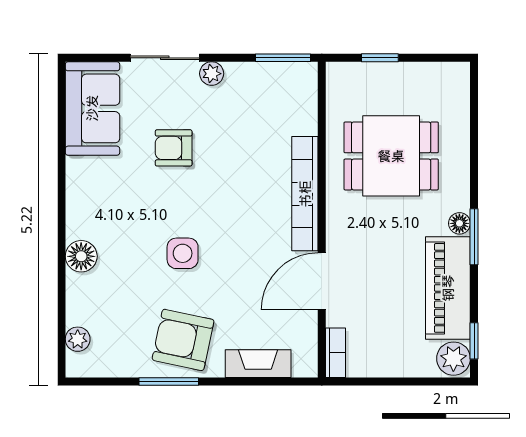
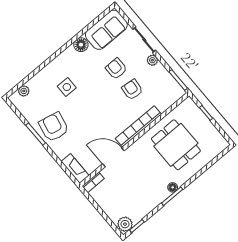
armchair: (233, 151) -> (132, 90), added
side table: (183, 253) -> (67, 87), moved
floor lamp: (81, 256) -> (81, 45), moved
piano: (448, 288) -> (147, 202), removed
fireplace: (258, 364) -> (75, 168), moved

